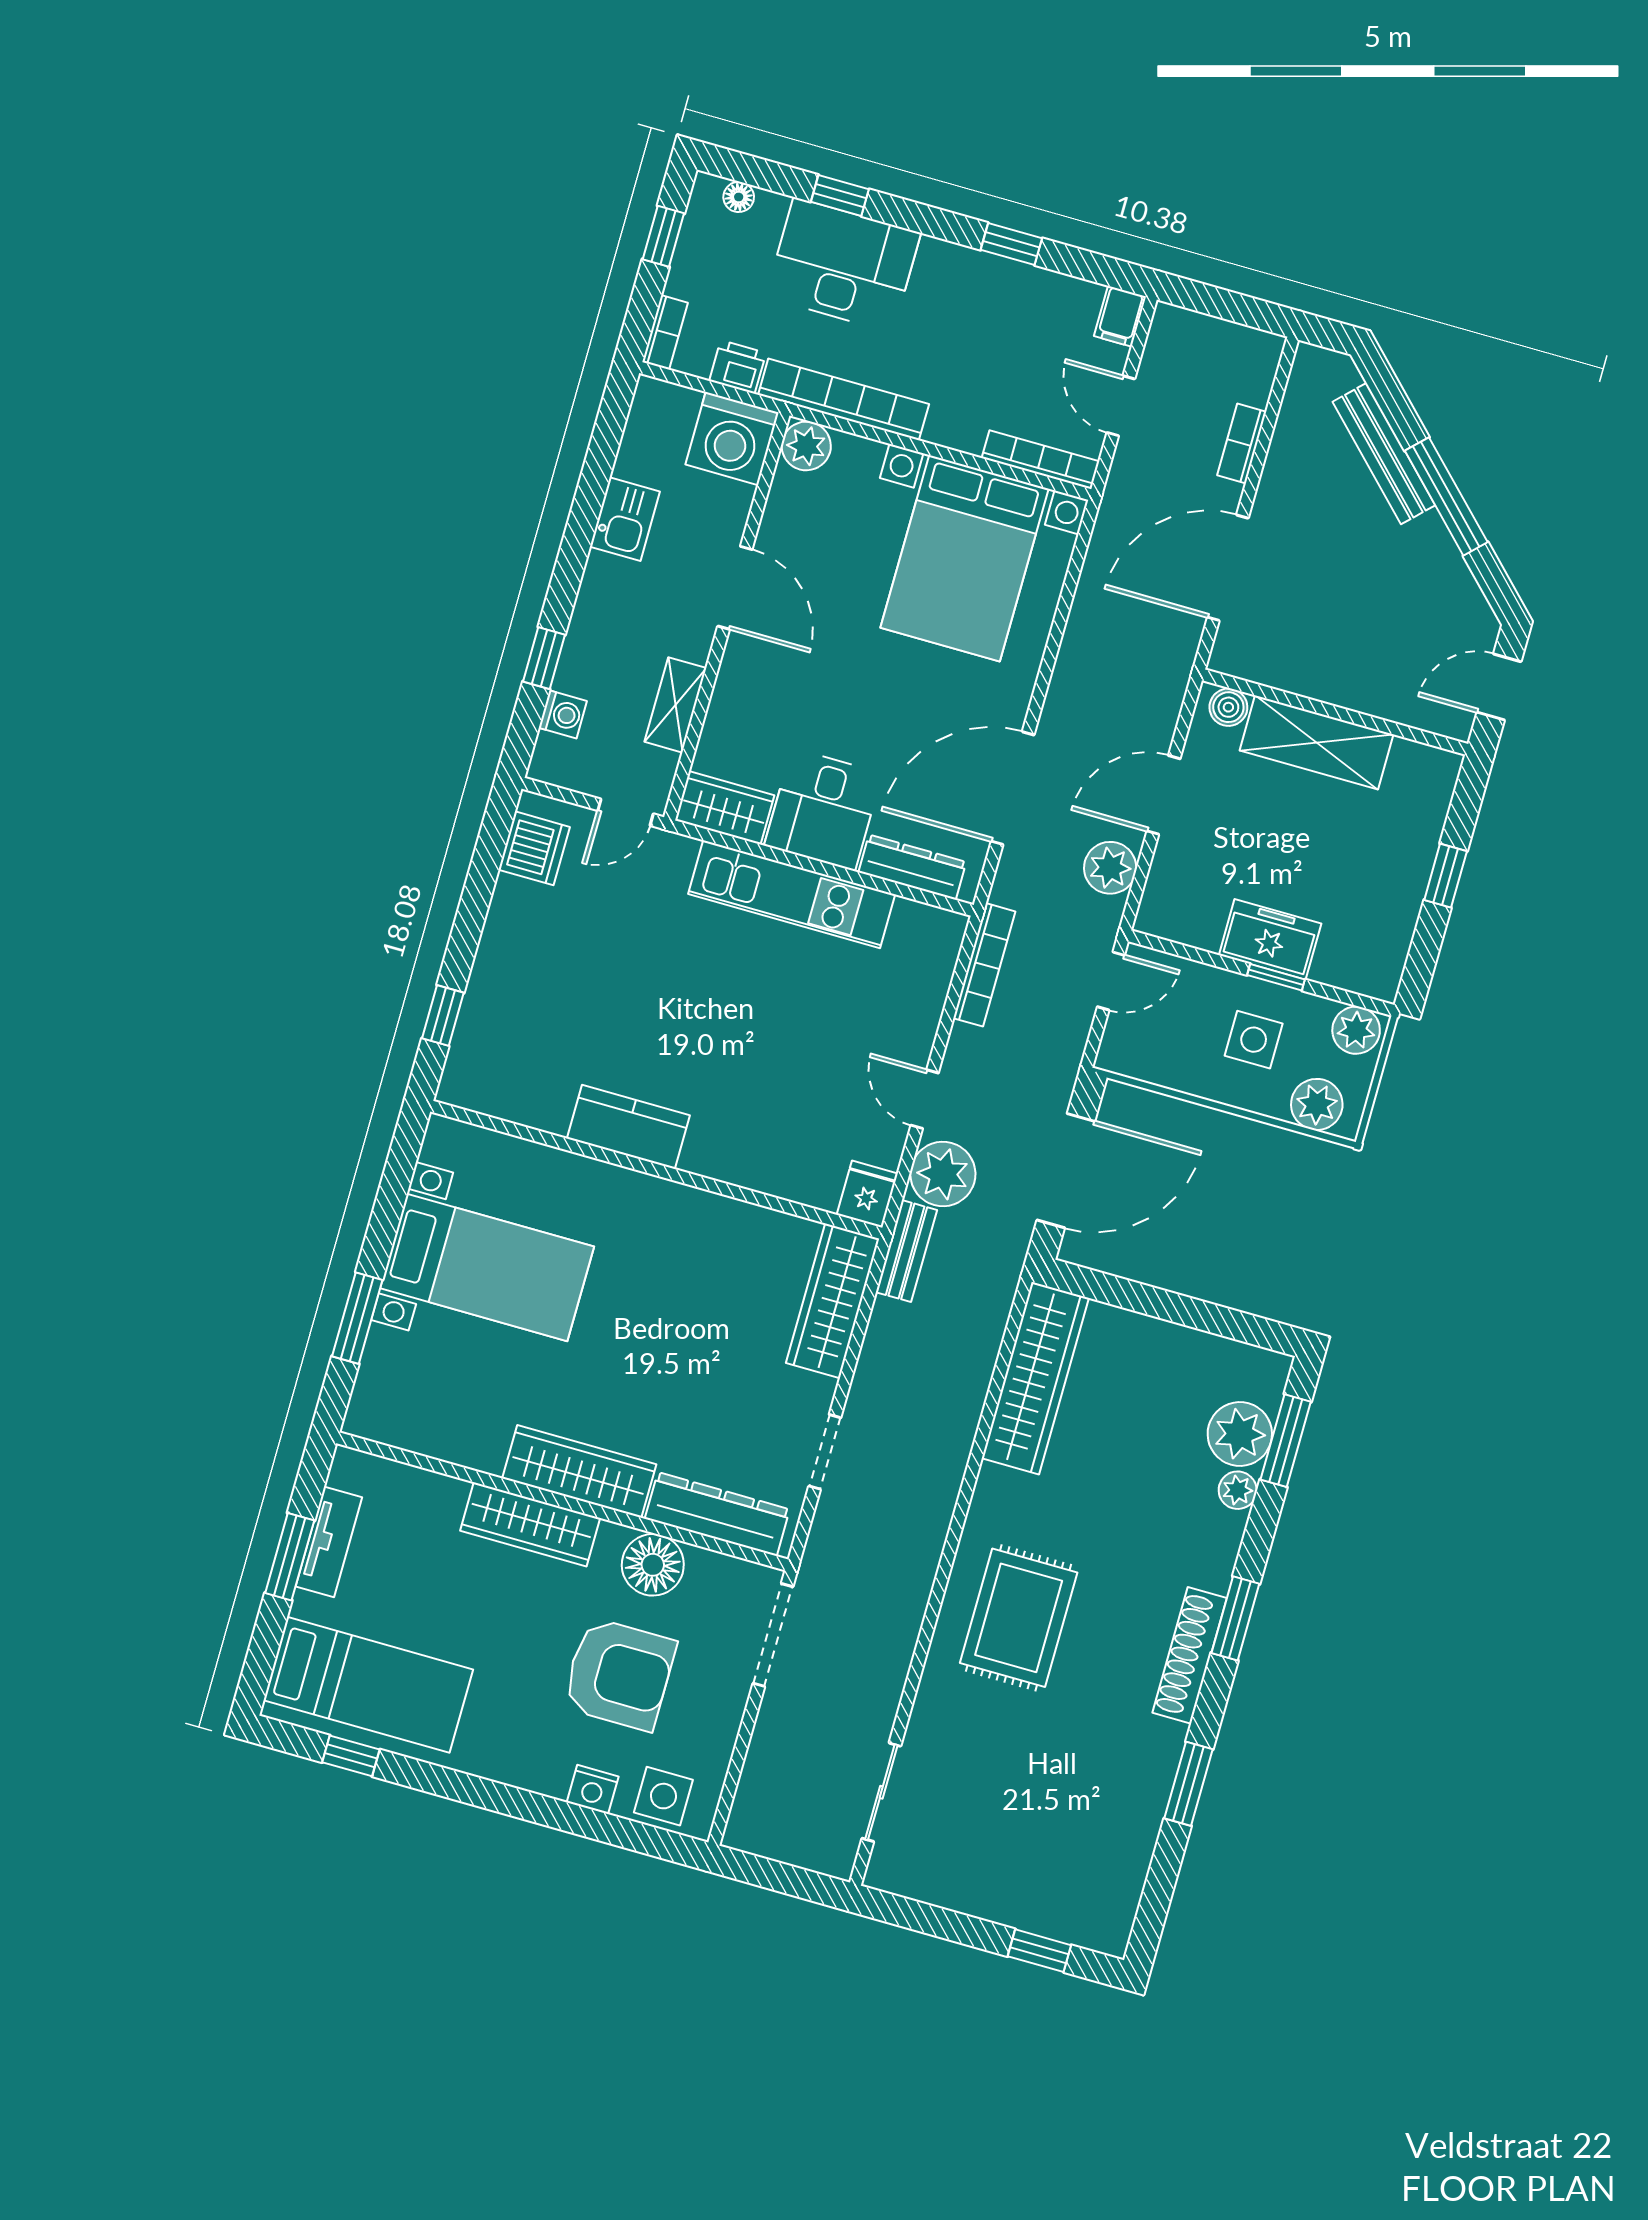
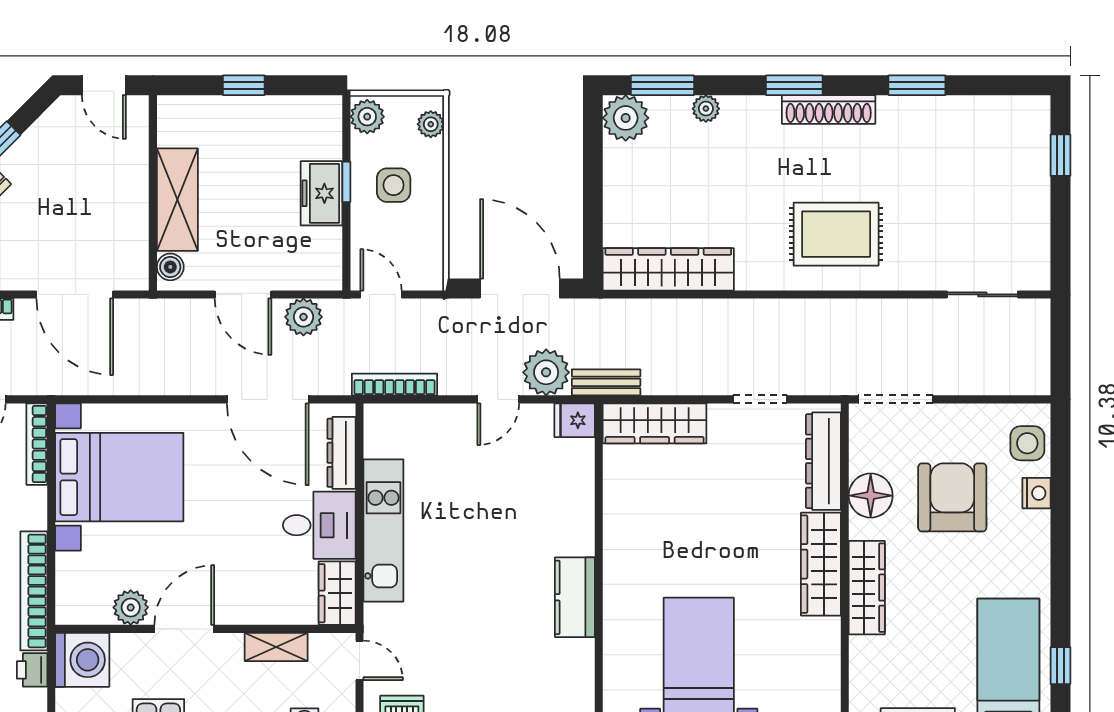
plant: (806, 446) -> (131, 607), moved
plant: (1317, 1104) -> (431, 124), width x0.73, depth x0.73
plant: (1240, 1434) -> (626, 118), moved

